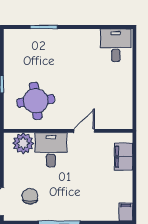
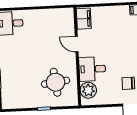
filing cabinet: (123, 157) -> (84, 19), moved, turned -90

